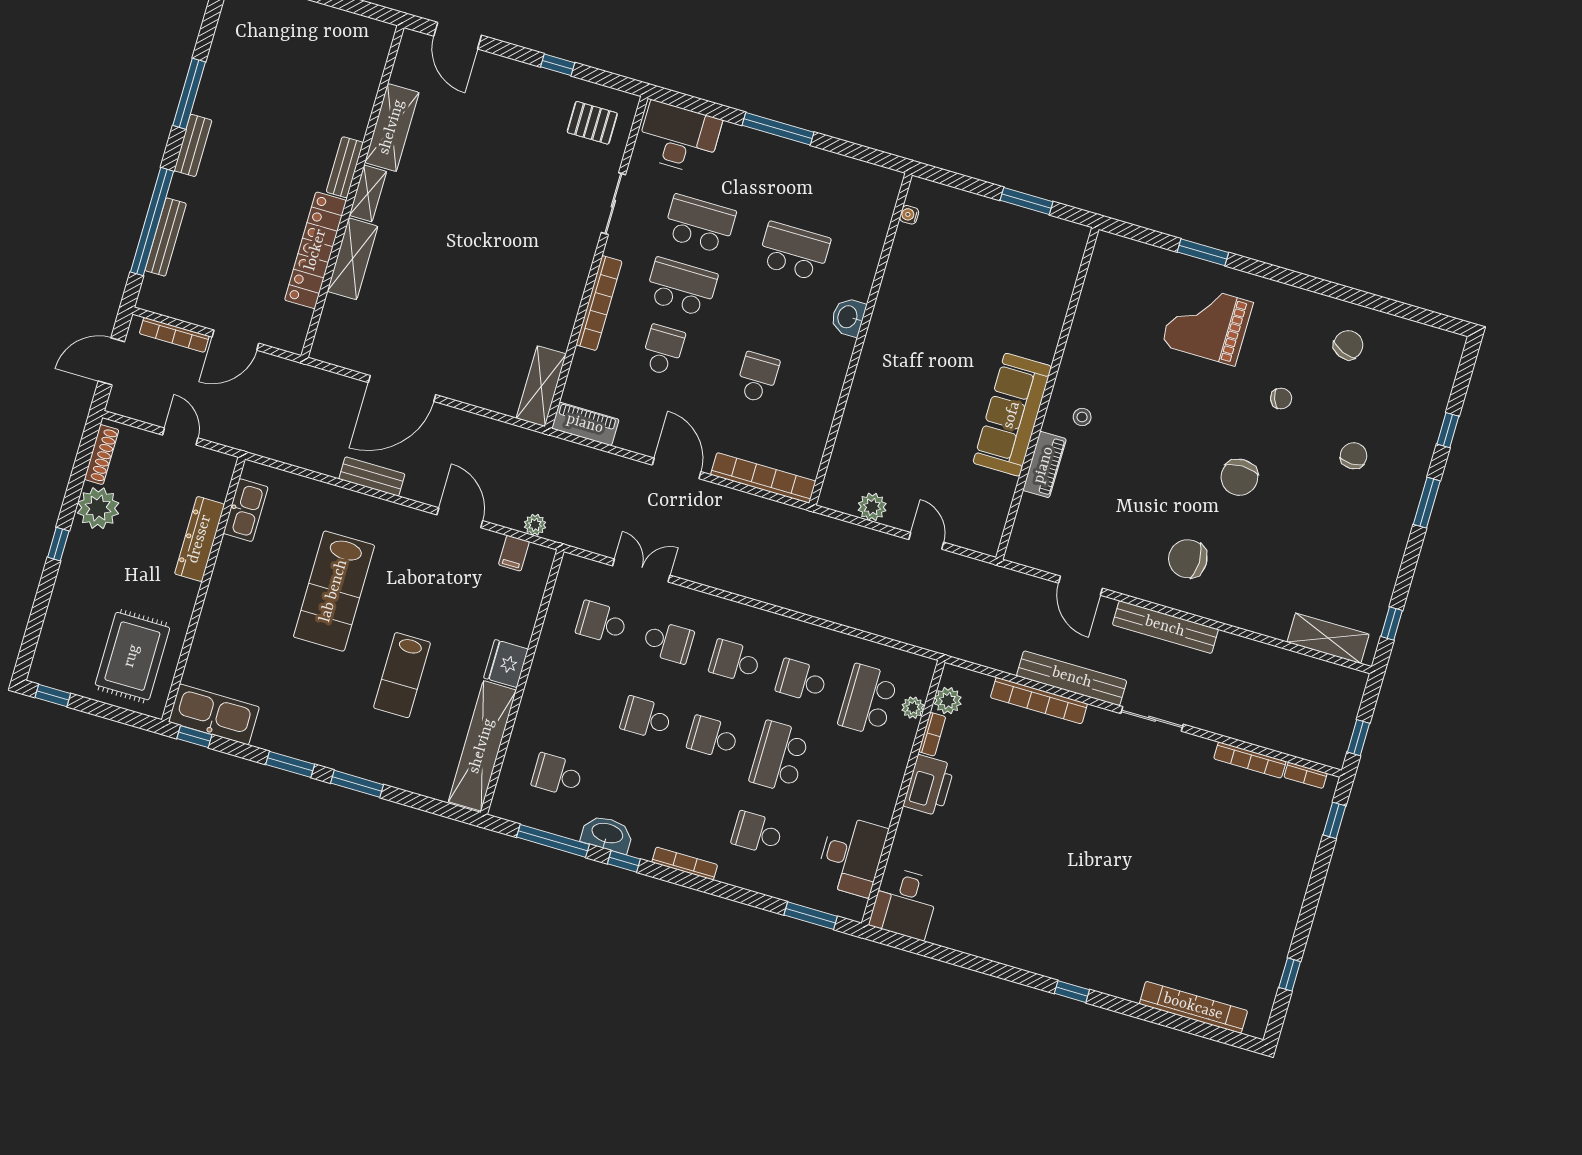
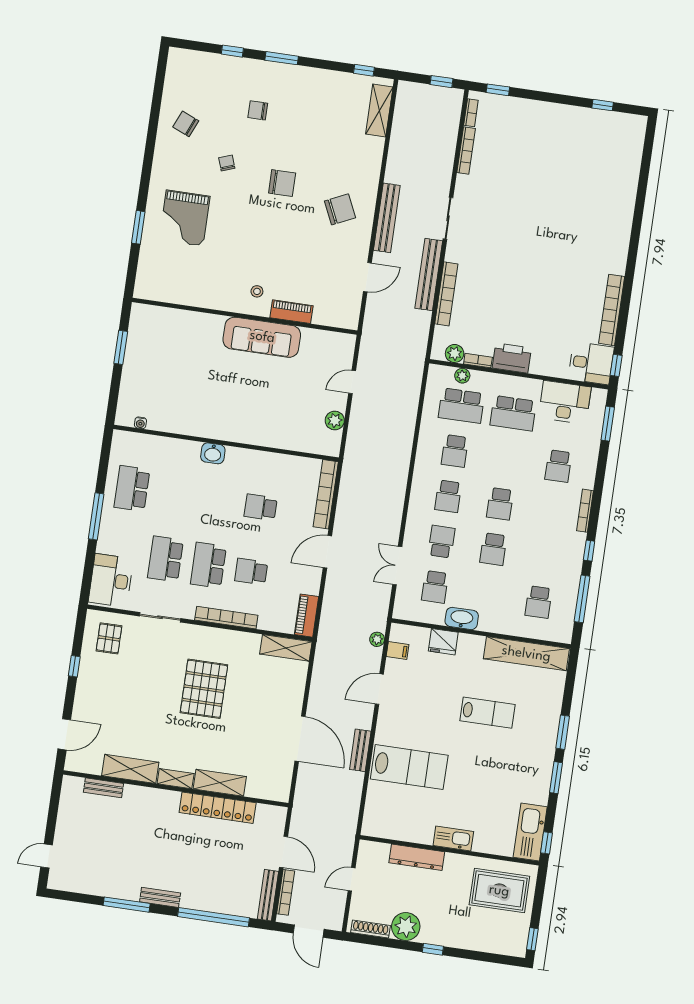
bench: (345, 167) -> (104, 788), moved
bench: (166, 237) -> (268, 895), moved, turned 90
school desk: (794, 251) -> (132, 488), moved
pallet: (497, 255) -> (204, 689), added
kitchen sink: (246, 510) -> (453, 839), moved
chair: (1188, 559) -> (340, 209), turned -115
lab bench: (334, 591) -> (409, 767), moved
fridge: (506, 664) -> (443, 642), moved
school desk: (779, 757) -> (513, 413), moved
washbasin: (607, 834) -> (462, 618), moved, turned 90
window: (1072, 992) -> (616, 365), moved
bookcase: (1193, 1007) -> (612, 310), moved

